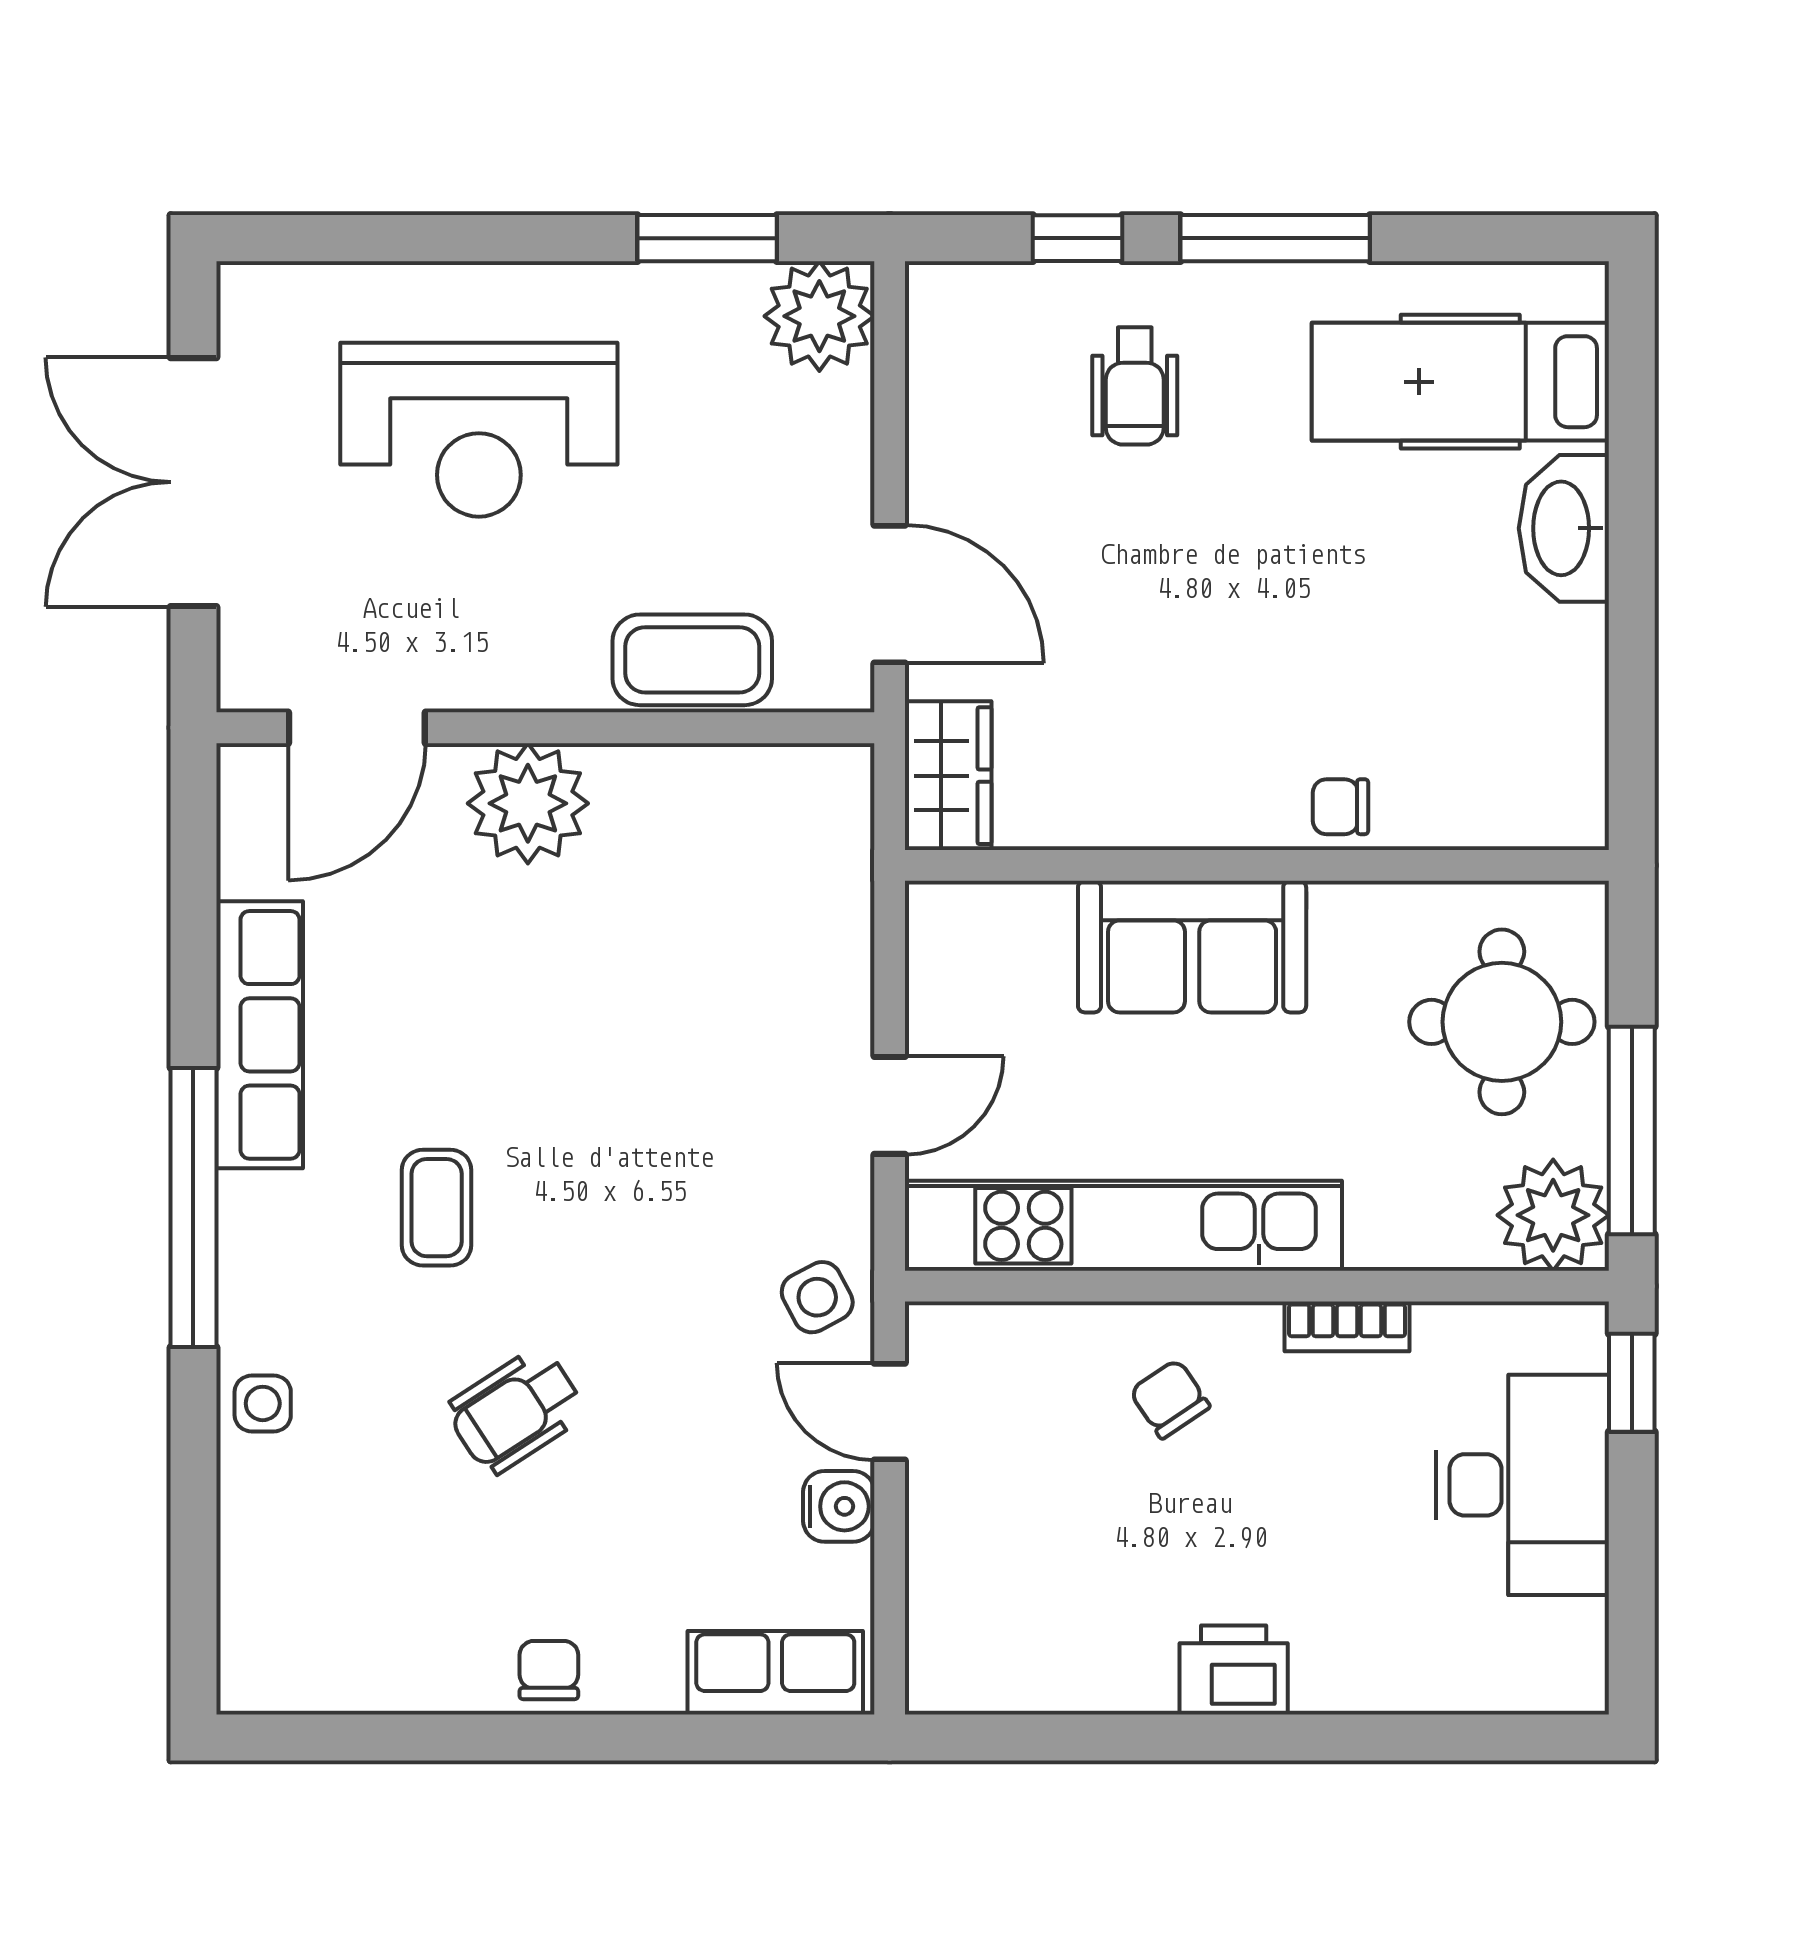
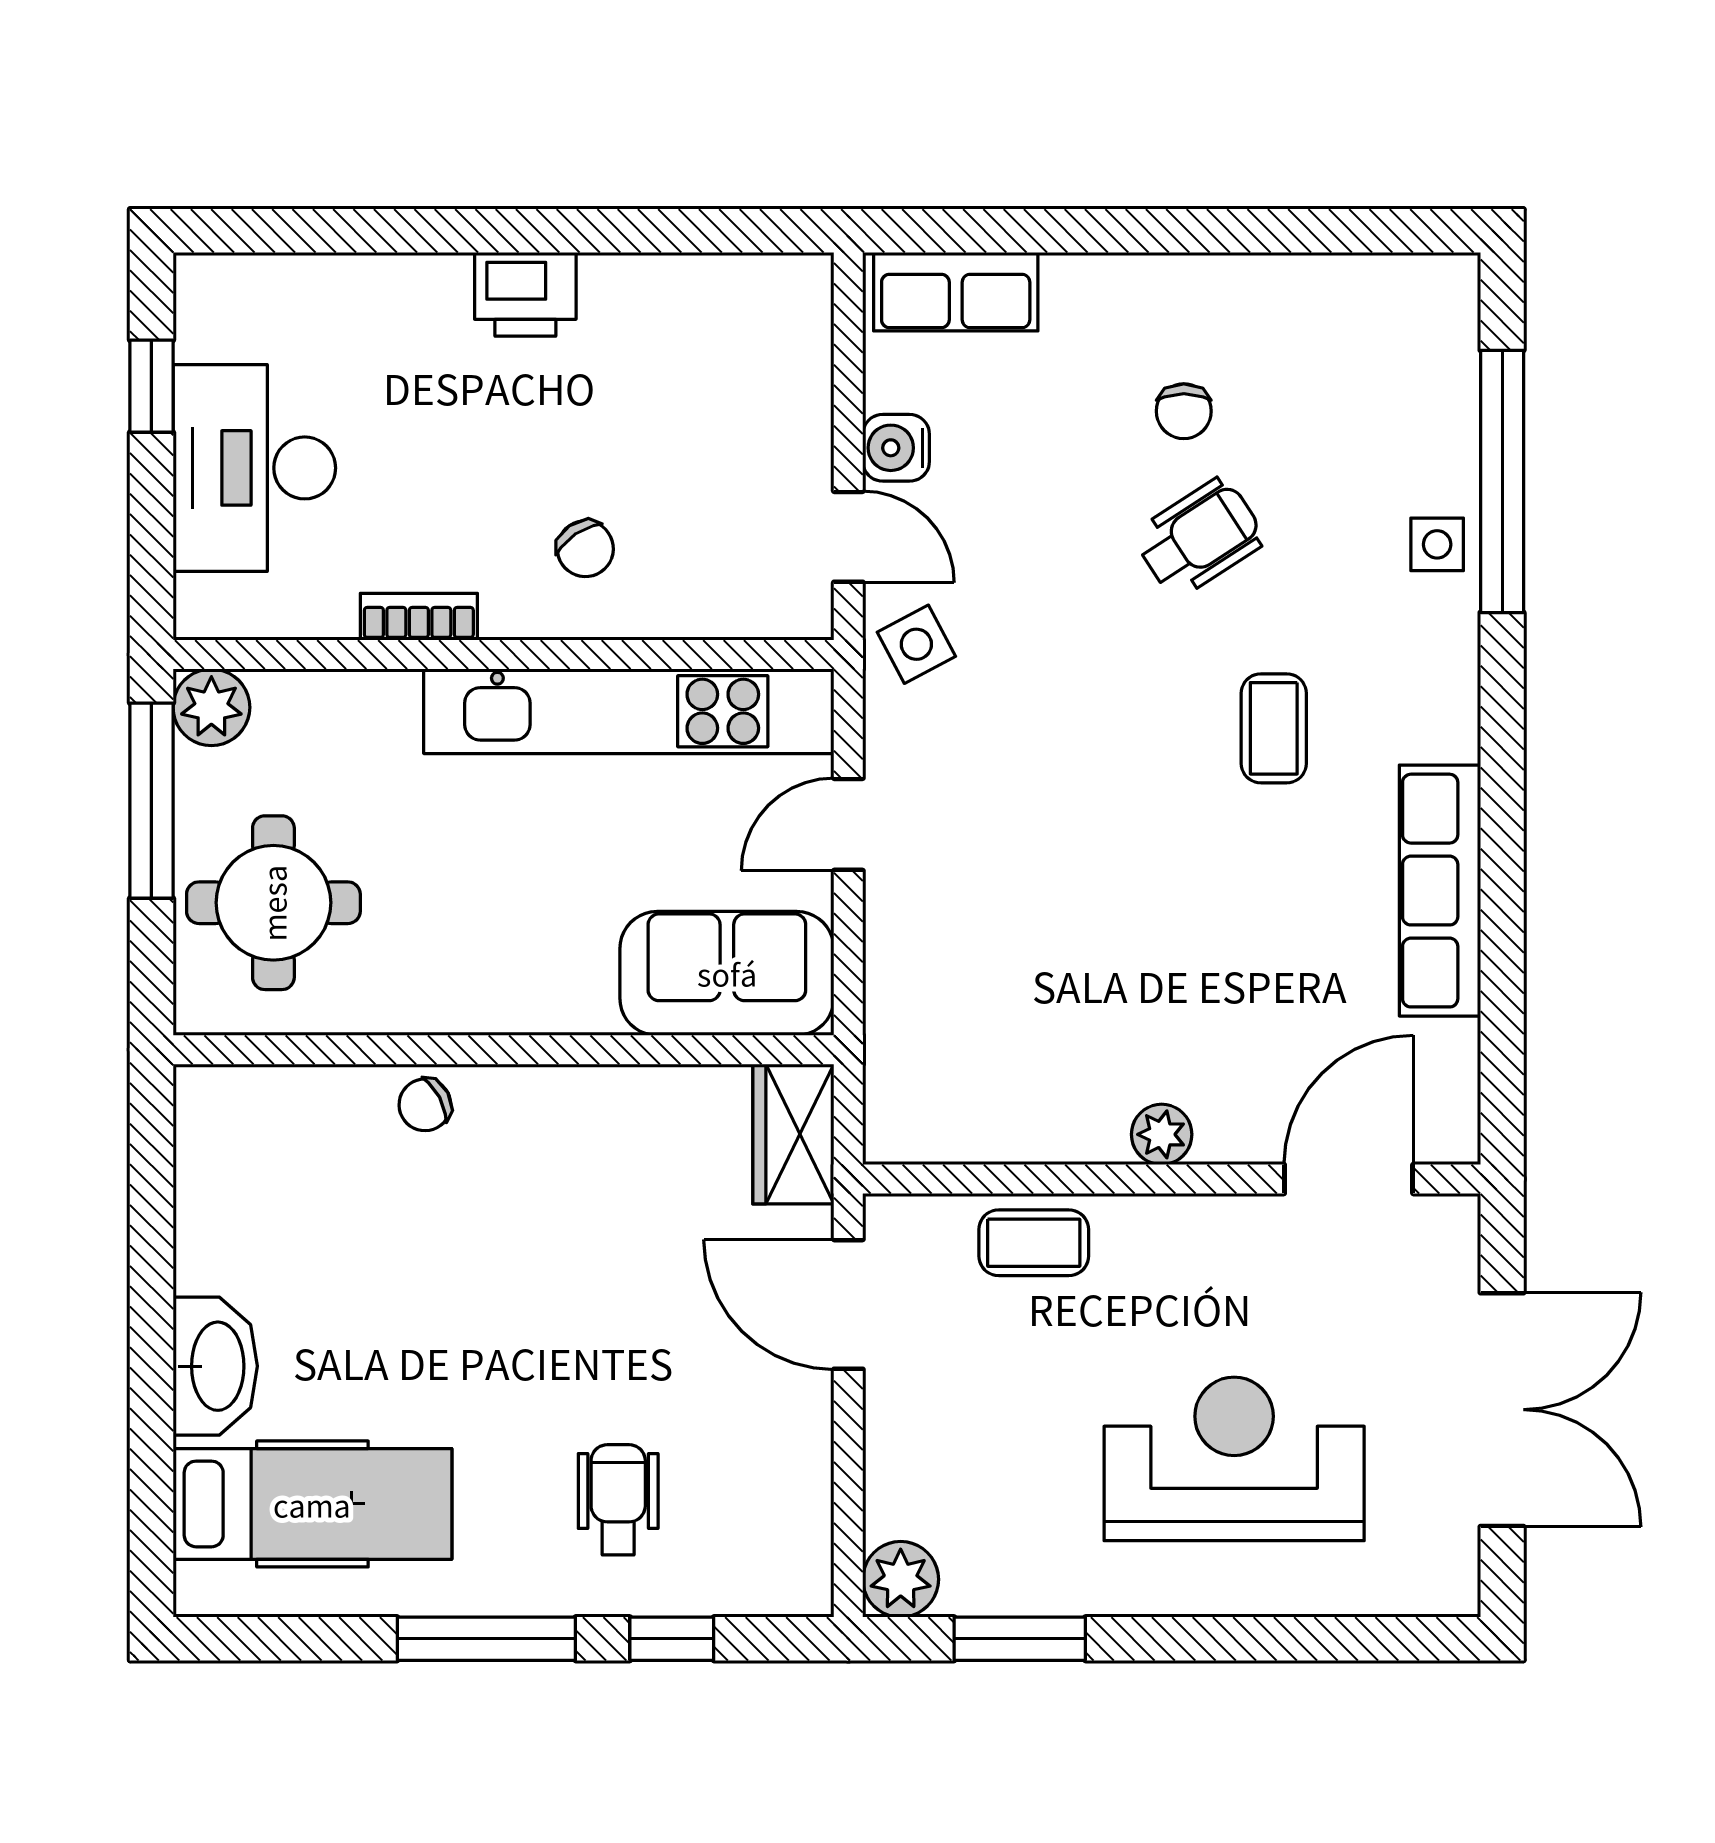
plant: (819, 316) -> (901, 1579), width x0.73, depth x0.73
coffee table: (692, 660) -> (1034, 1243), width x0.73, depth x0.77
plant: (528, 803) -> (1162, 1134), width x0.53, depth x0.53
chair: (1340, 807) -> (425, 1105), turned 152
sofa: (1192, 947) -> (727, 973), moved
window: (193, 1208) -> (1502, 481), moved
plant: (1553, 1215) -> (211, 707), width x0.73, depth x0.73
window: (1632, 1383) -> (151, 386), moved
chair: (549, 1670) -> (1184, 411), moved

